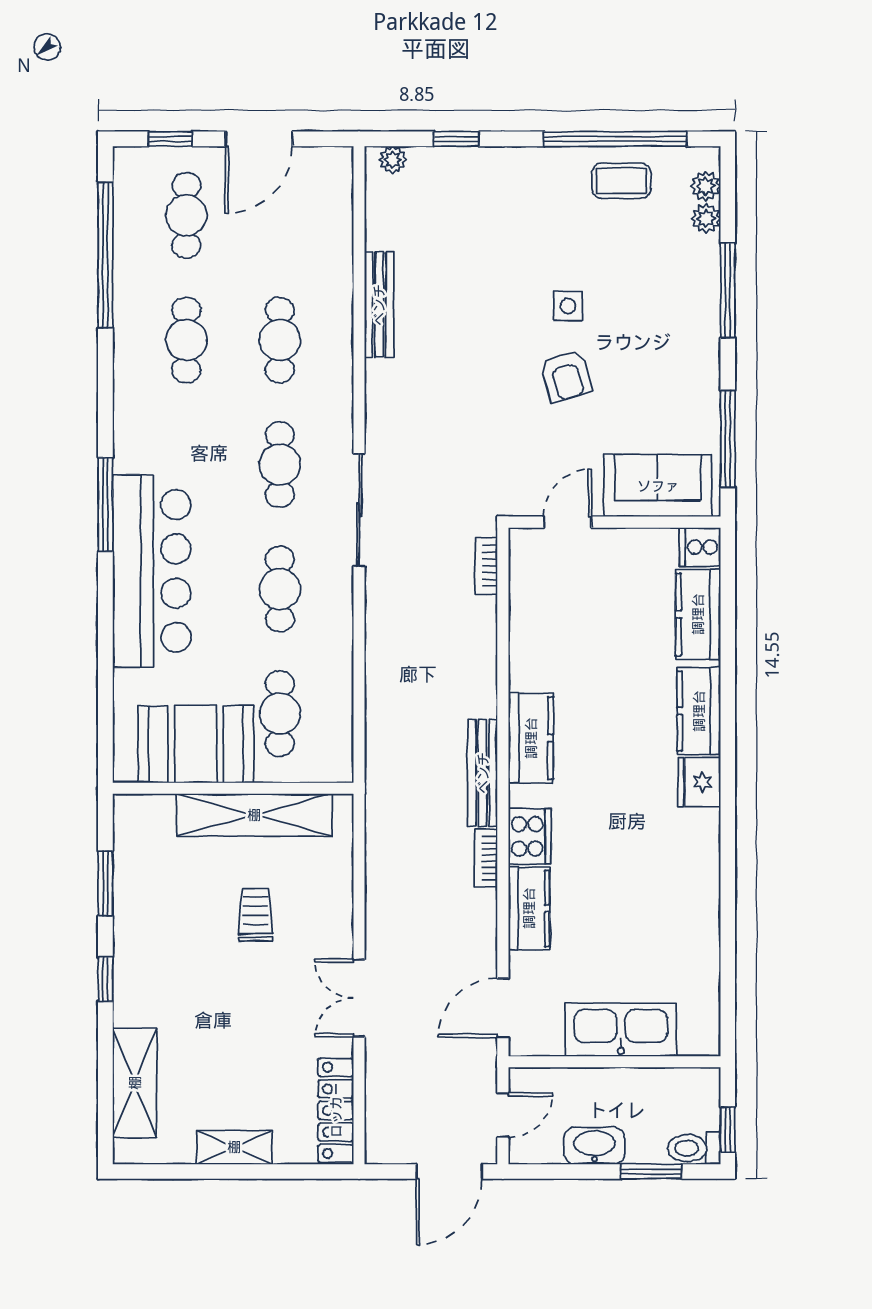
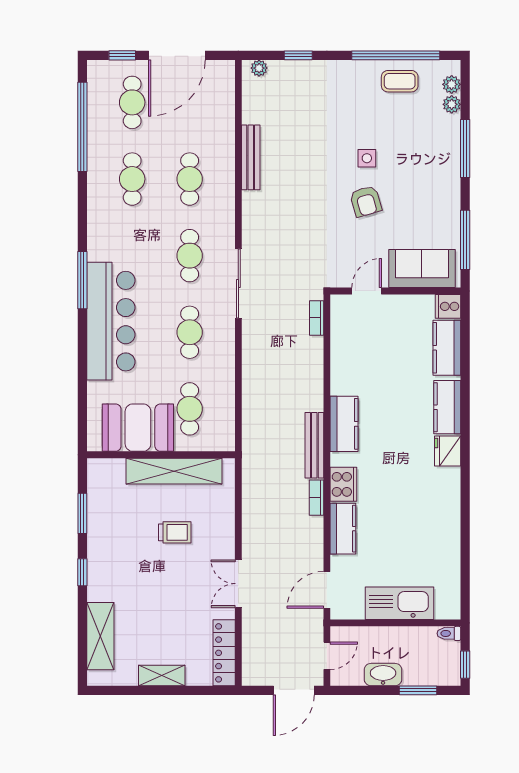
door: (259, 139) -> (177, 55), width x1.36
trolley: (256, 915) -> (175, 532), turned 90
toilet: (694, 1148) -> (449, 633), moved, width x0.73, depth x0.72

